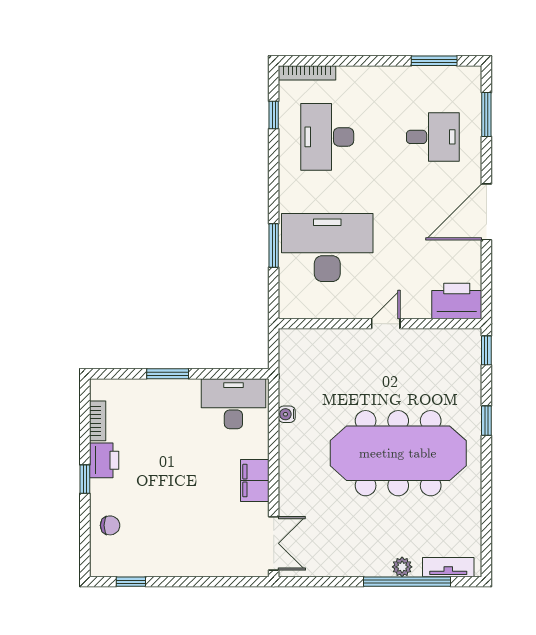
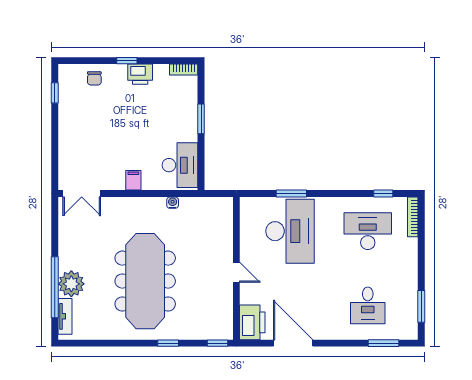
door: (486, 212) -> (293, 343), moved
bookcase: (98, 421) -> (184, 70), moved
filing cabinet: (255, 481) -> (133, 180), width x0.50
plant: (402, 567) -> (71, 284), width x1.88, depth x1.88

